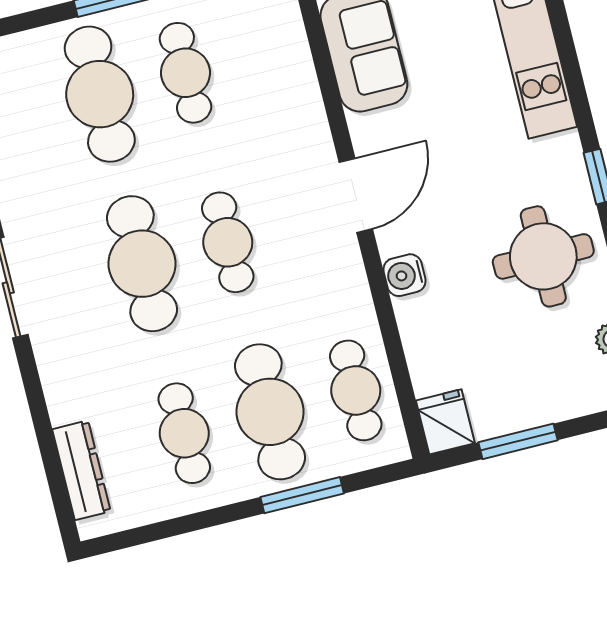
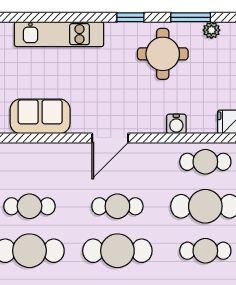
door: (356, 195) -> (110, 138), swing flipped
water cooler: (405, 275) -> (176, 124), moved

